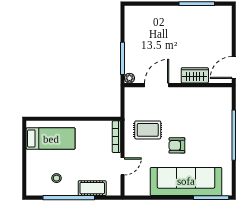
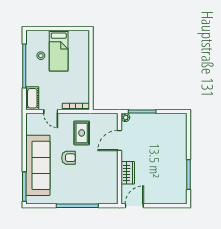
door: (234, 68) -> (134, 206), hinge flipped
door: (157, 85) -> (120, 140), swing flipped
bed: (51, 139) -> (59, 51), moved
armchair: (177, 145) -> (68, 158), turned 90
cot: (92, 188) -> (32, 98), moved

